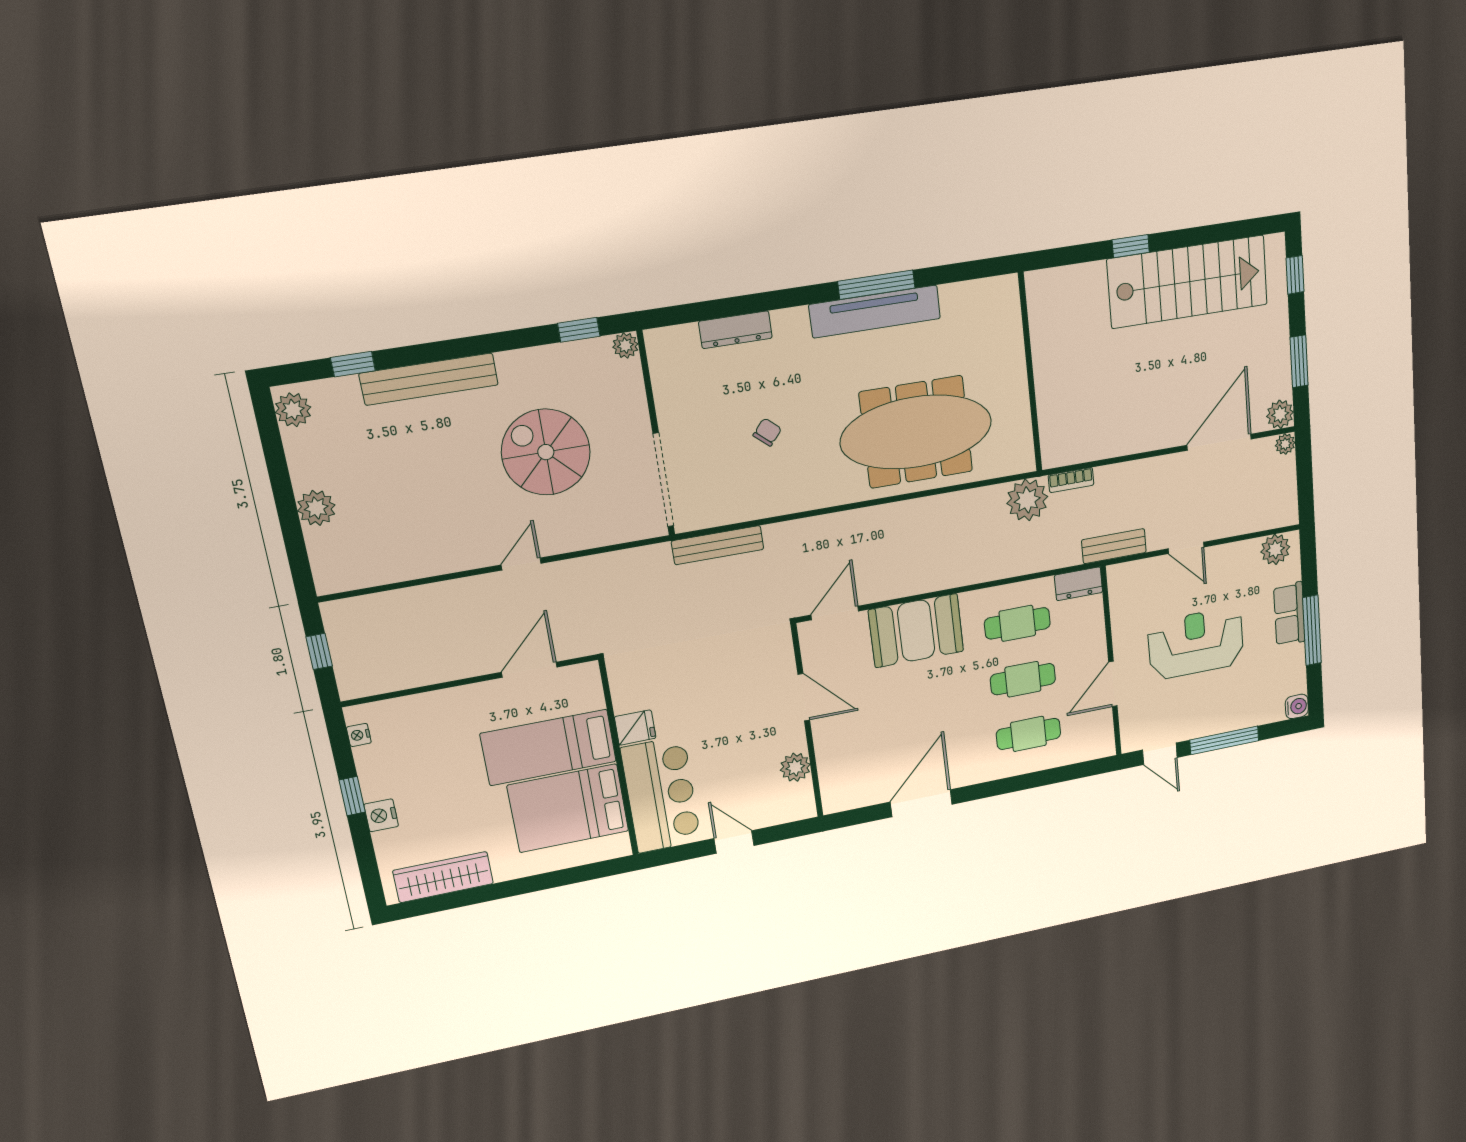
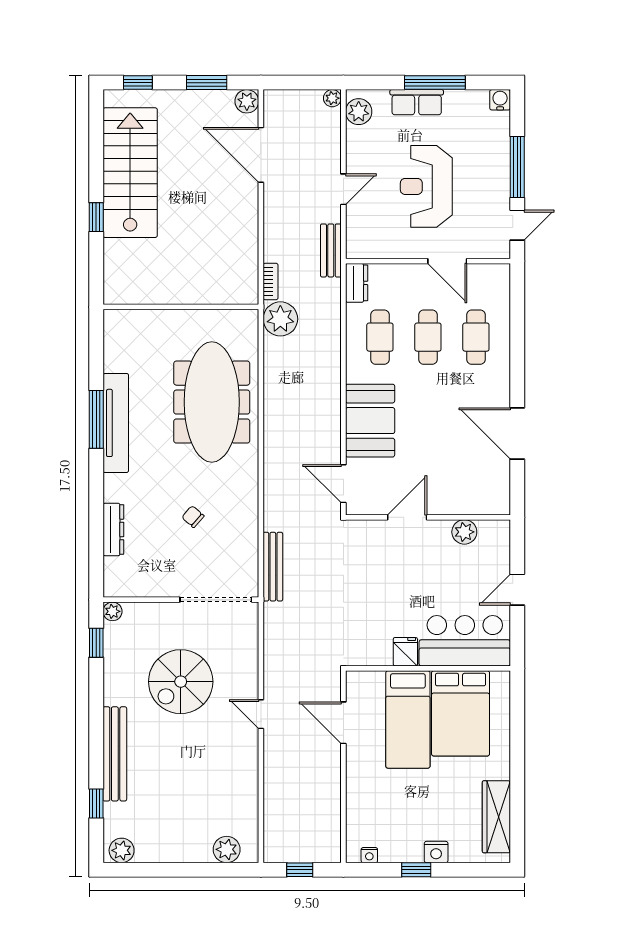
plant: (1285, 444) -> (332, 98), moved
plant: (316, 508) -> (227, 849), moved

